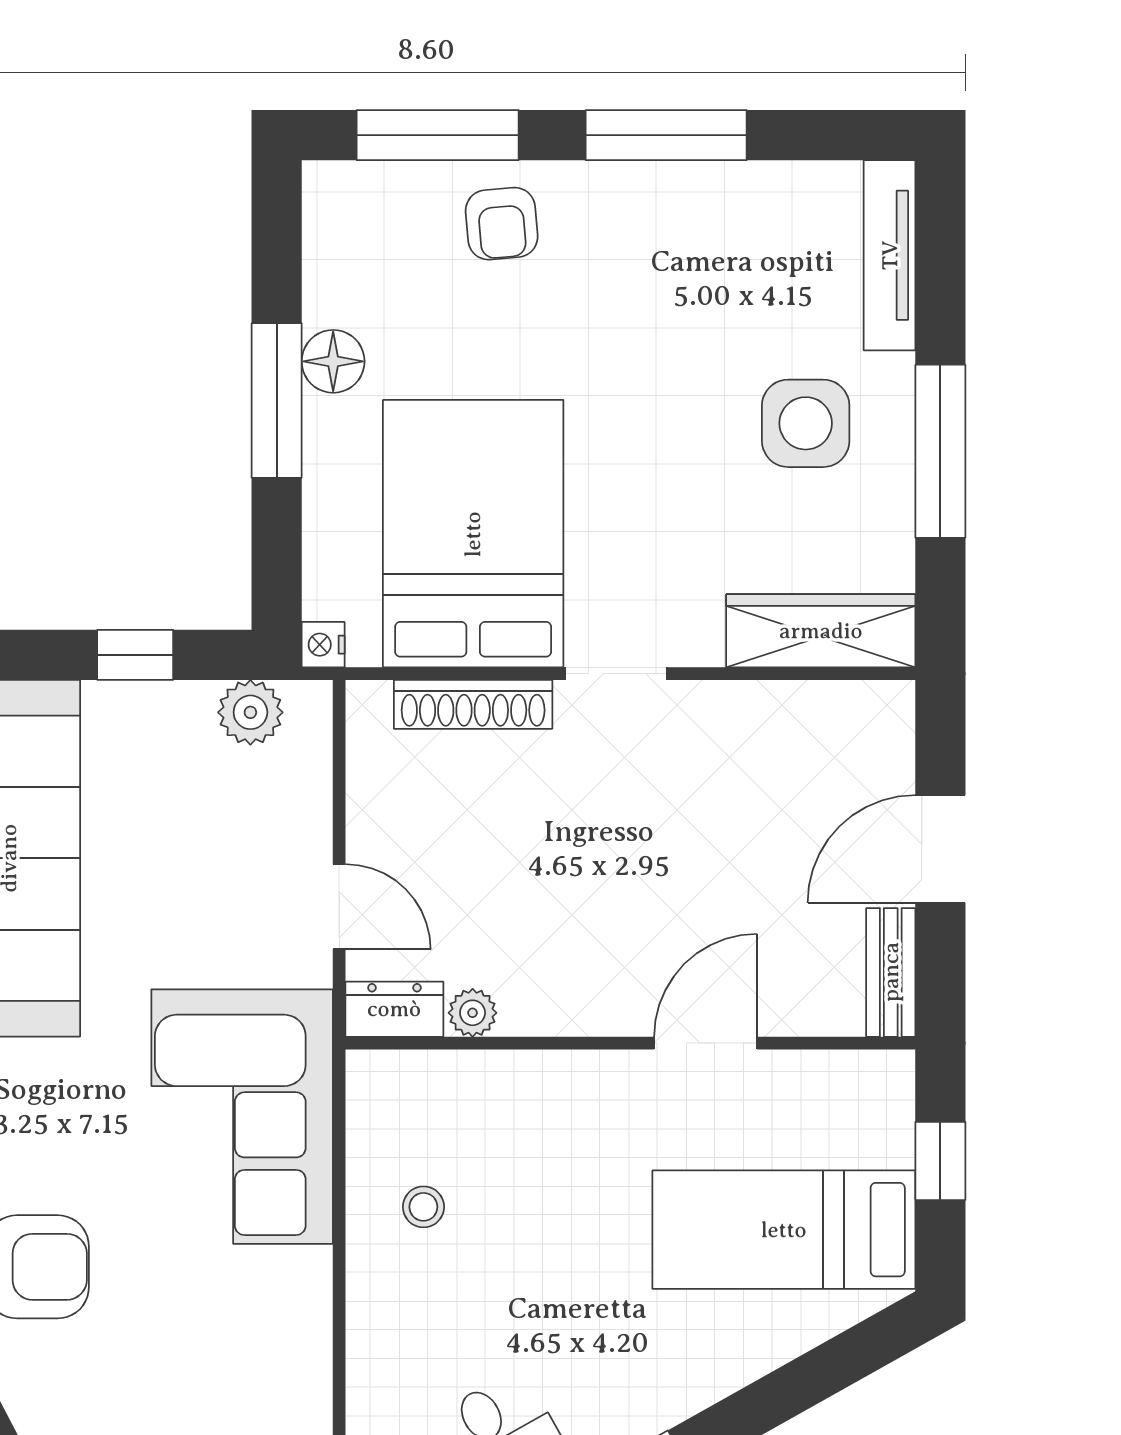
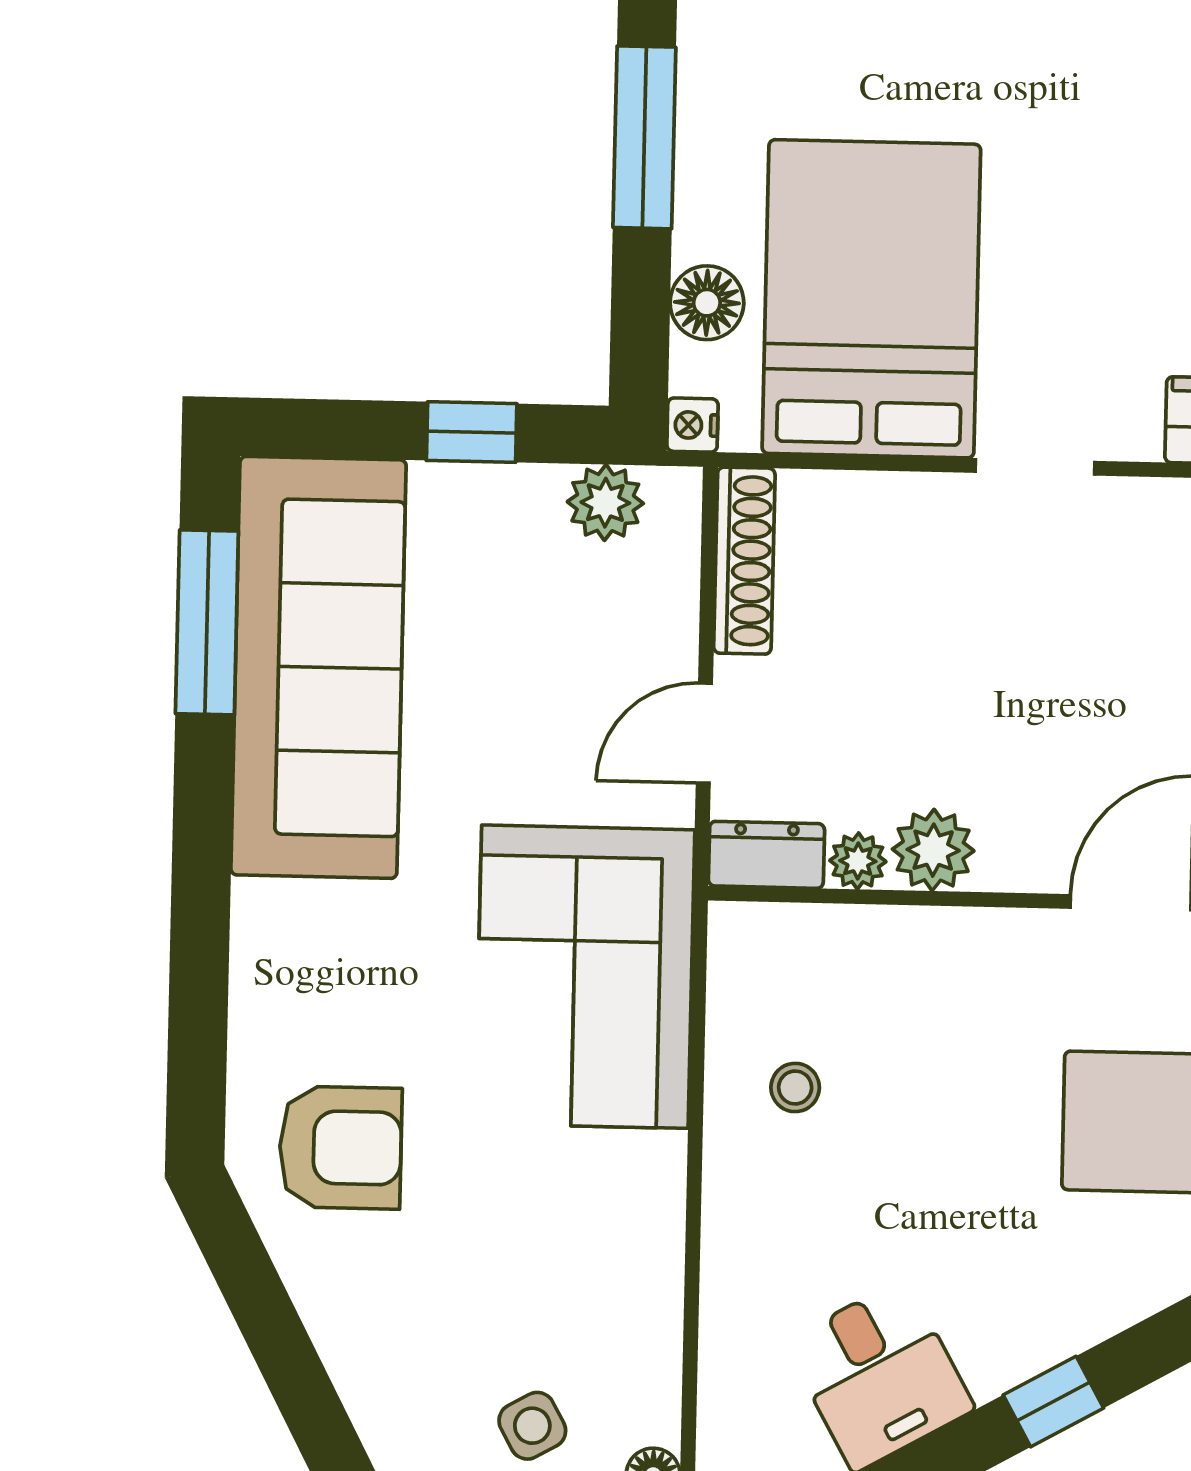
floor lamp: (333, 361) -> (707, 303), moved
shoe rack: (473, 704) -> (744, 561), moved, turned -90
door: (339, 907) -> (704, 733), swing flipped
plant: (536, 1002) -> (933, 850), added

